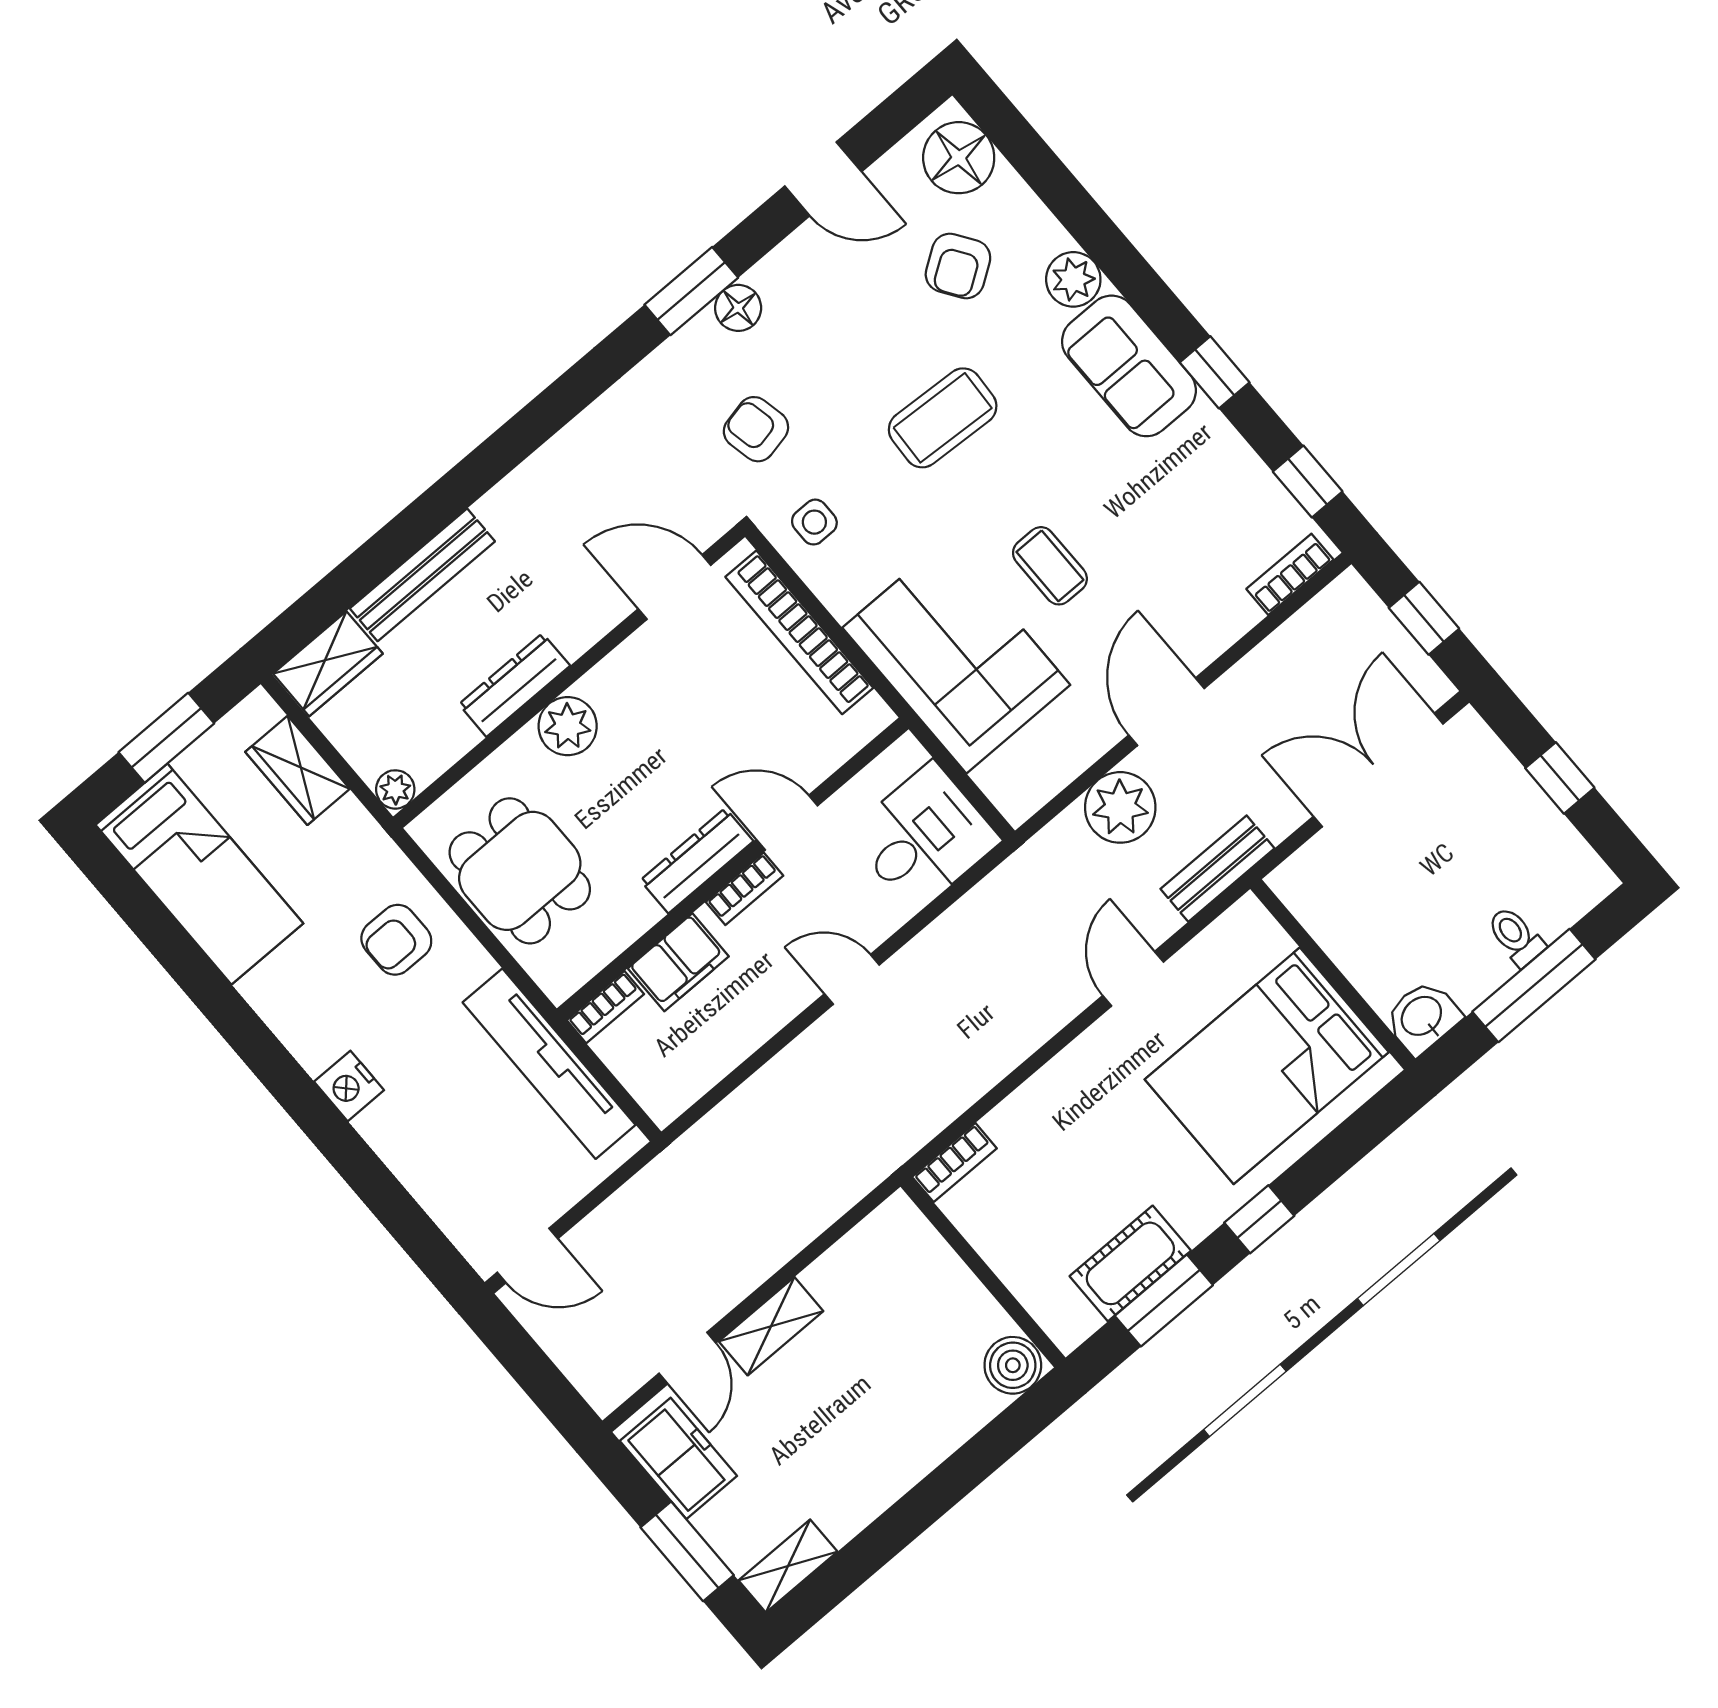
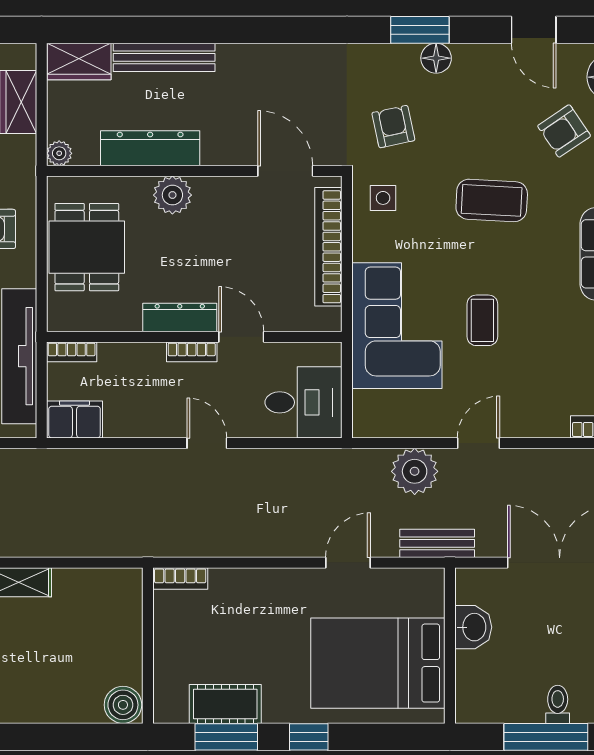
dresser: (514, 685) -> (150, 148), width x1.37, depth x1.24
door: (1166, 712) -> (478, 443), width x0.73
filing cabinet: (678, 962) -> (74, 419), moved, turned 180
washbasin: (1422, 1017) -> (473, 627), moved, turned 90

